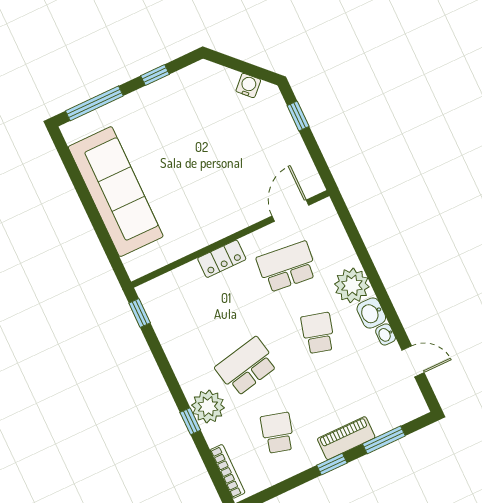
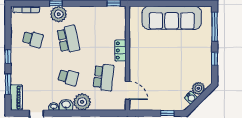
plant: (224, 80) -> (198, 88), added
piano: (346, 438) -> (16, 98), moved

